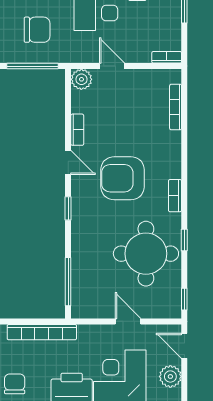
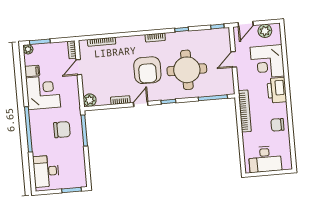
chair: (37, 30) -> (62, 130), turned 90
door: (112, 66) -> (79, 67), moved
round table: (146, 254) -> (187, 70), moved

